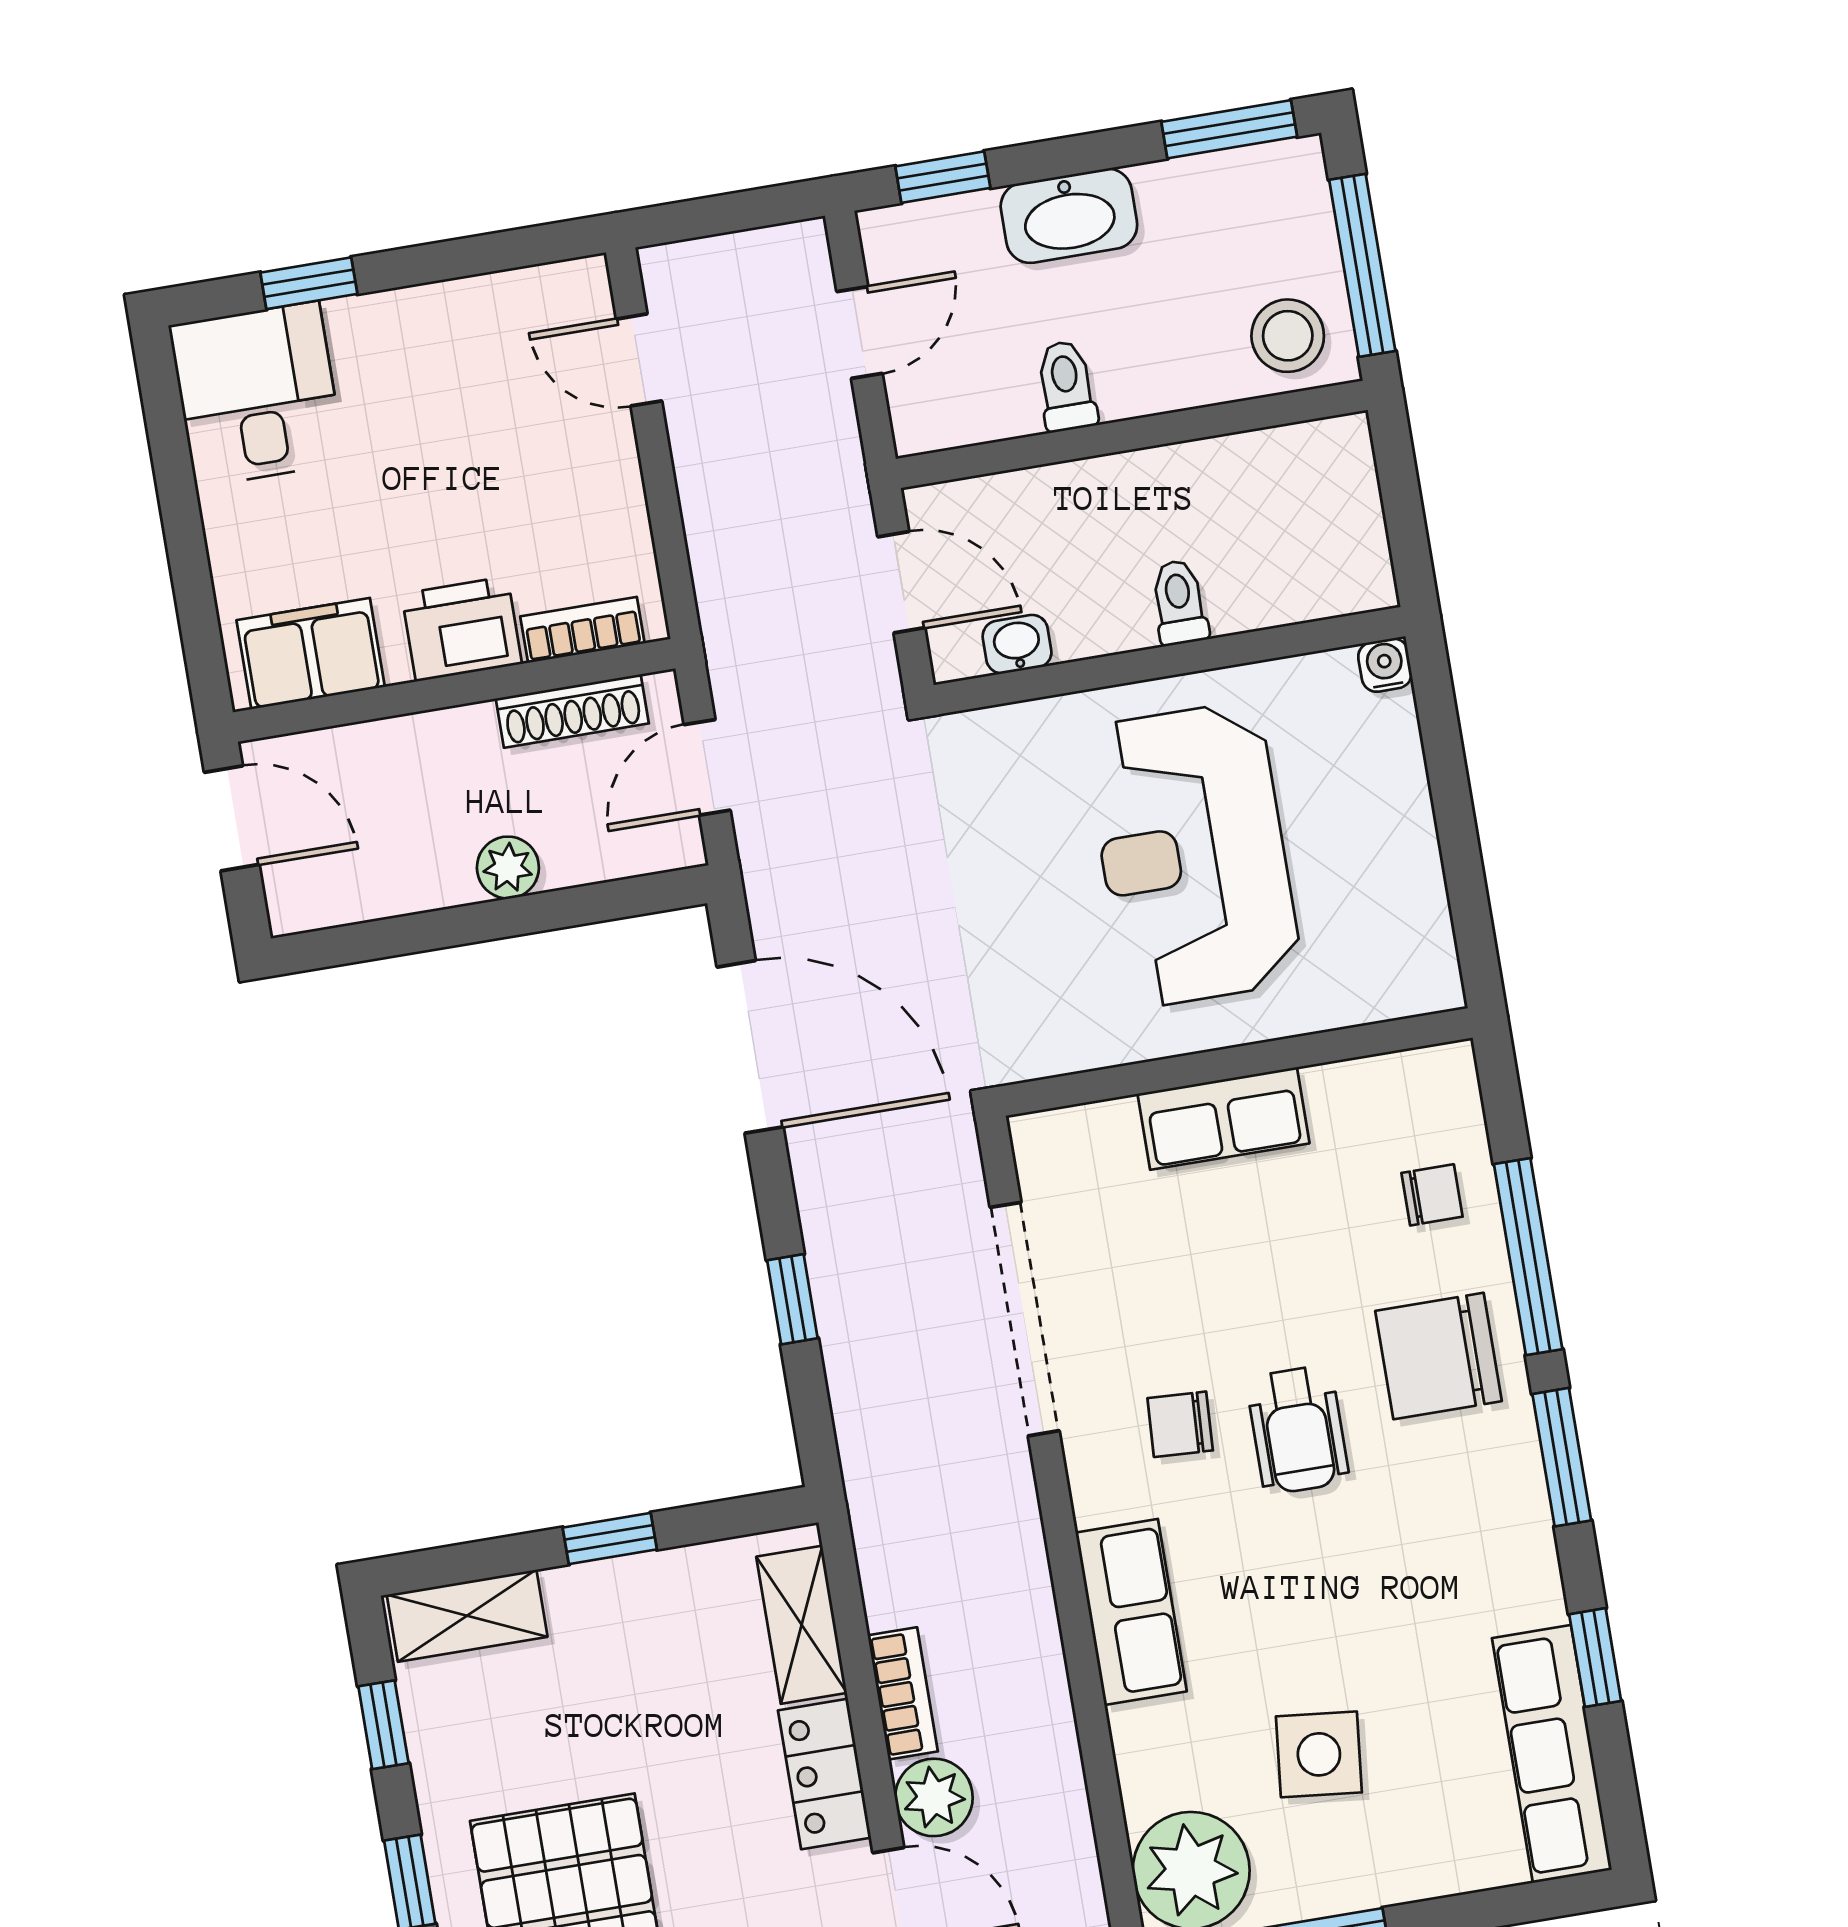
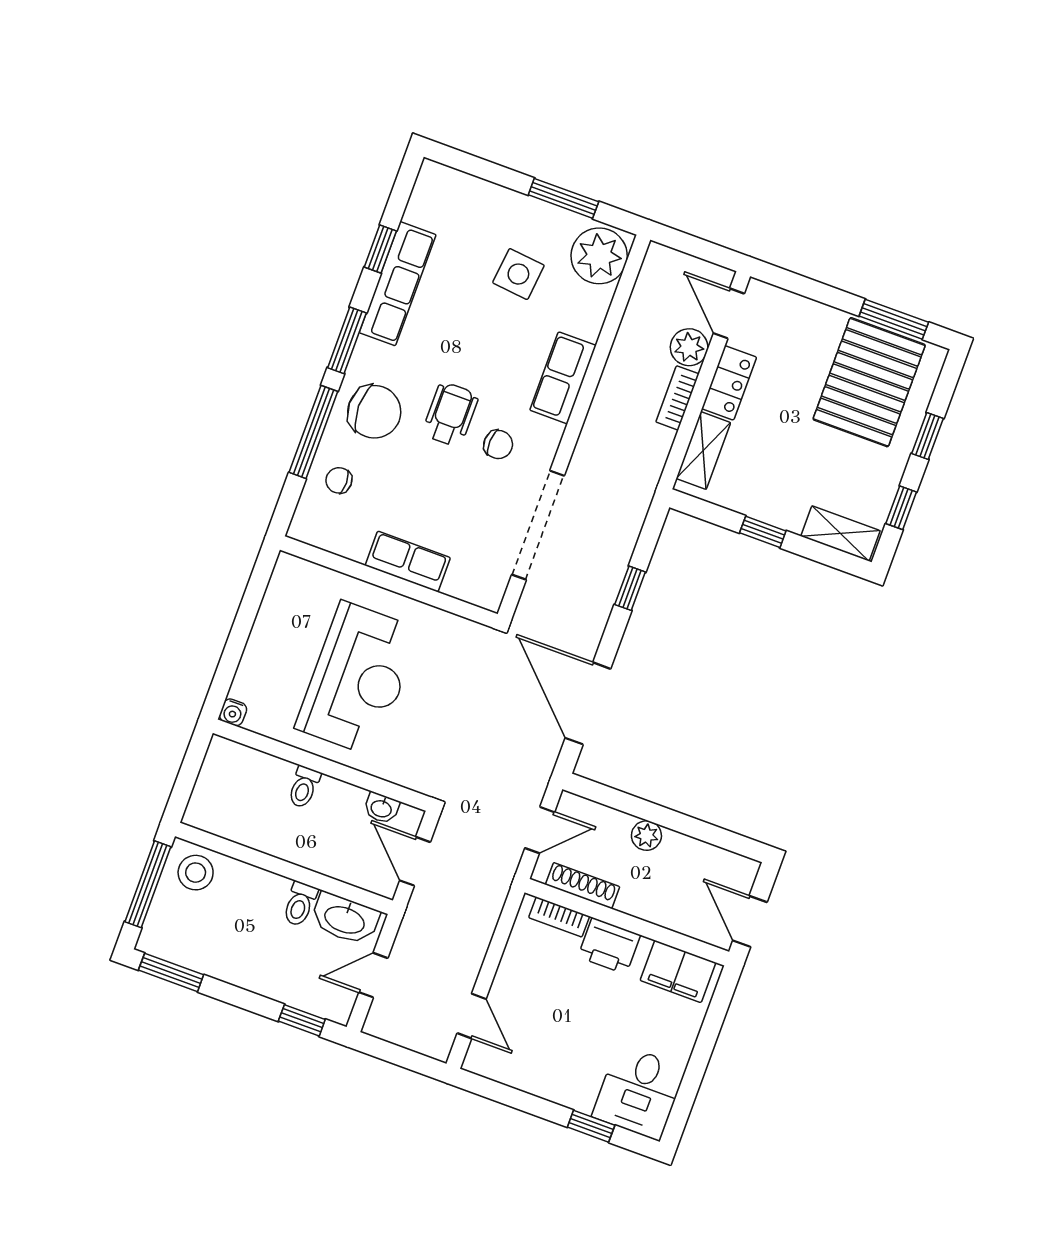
washbasin: (1069, 216) -> (345, 919), moved, turned 180
row of seats: (1552, 1754) -> (398, 284), moved

